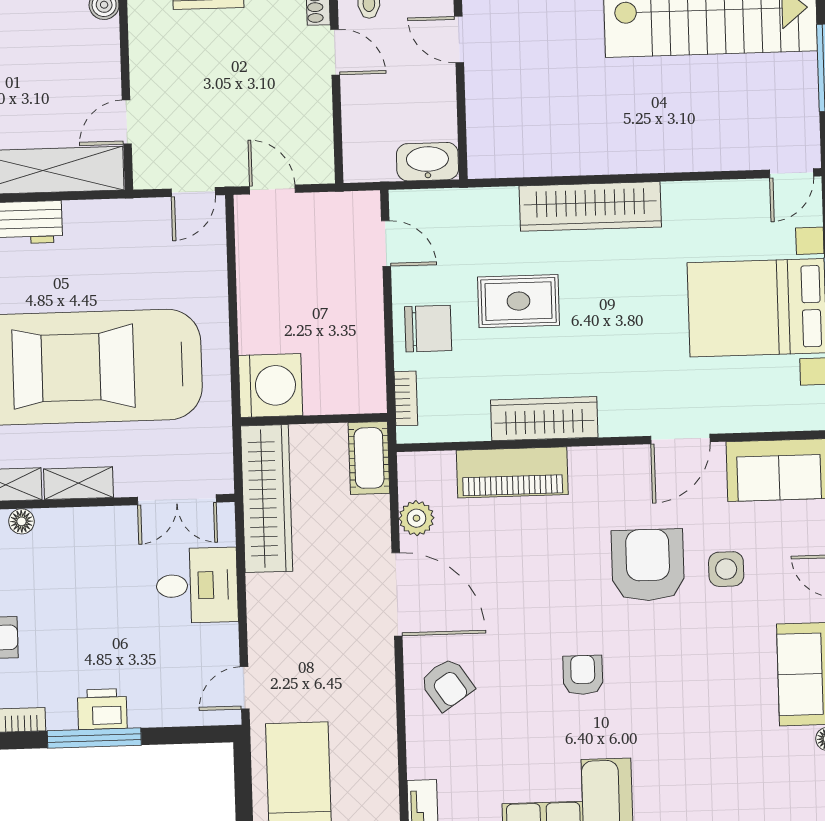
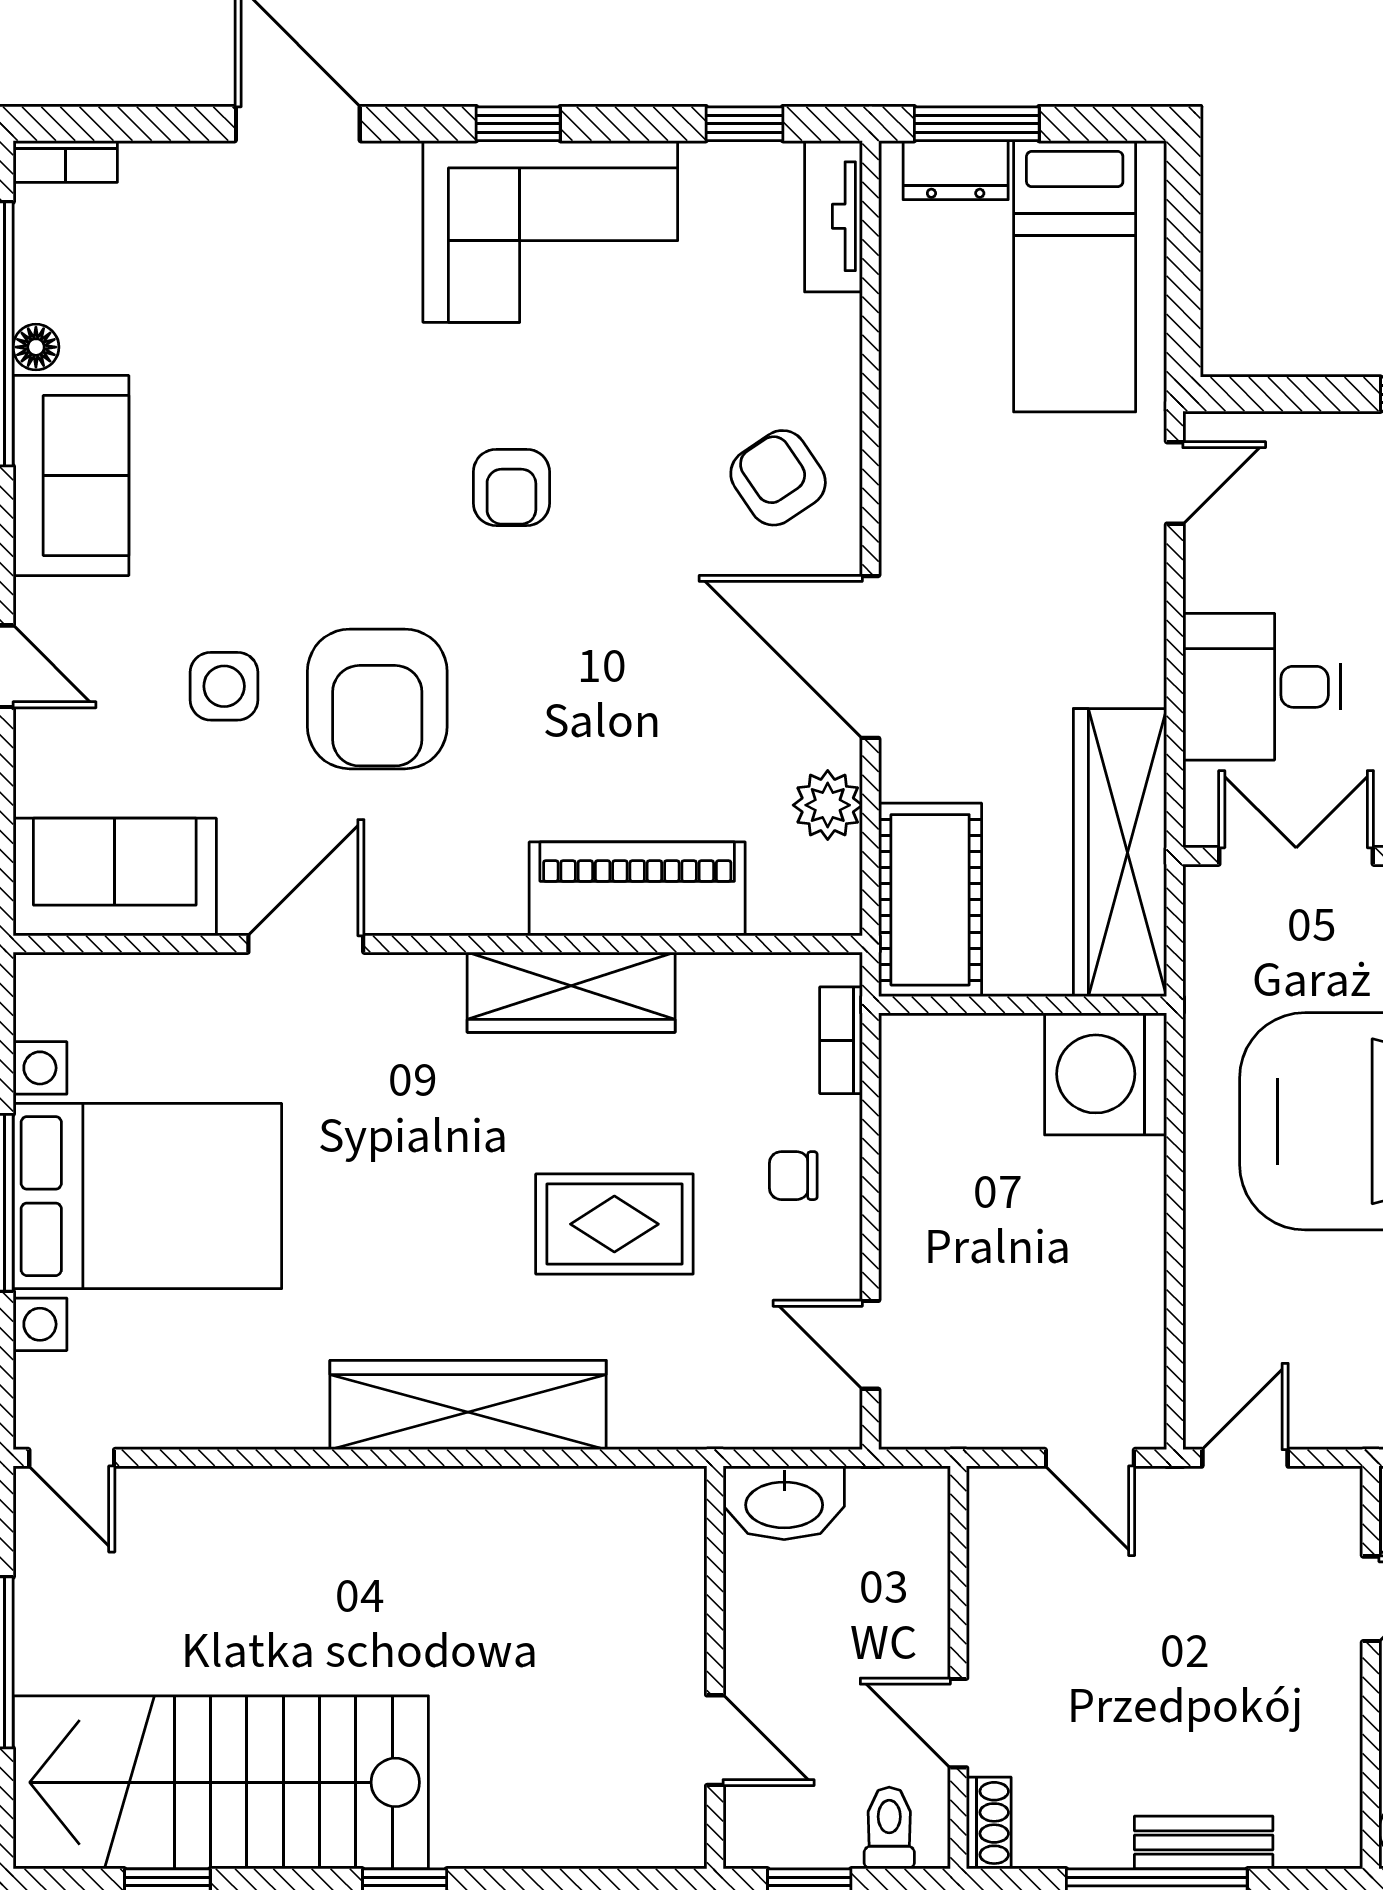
door: (792, 173) -> (72, 1458), swing flipped
chair: (428, 329) -> (793, 1176), width x0.54, depth x0.54
cot: (369, 458) -> (930, 900), width x1.37, depth x1.34

